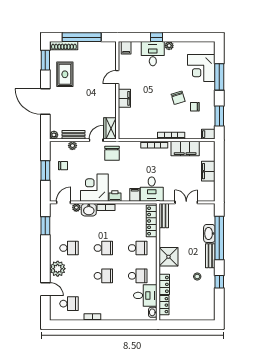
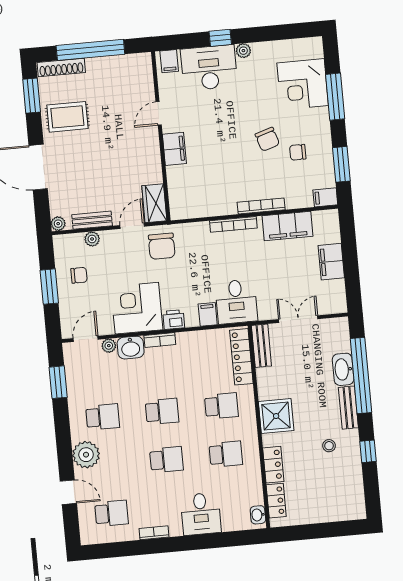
desk: (153, 54) -> (209, 68), width x1.37
rug: (65, 74) -> (67, 117), turned 90
desk: (145, 295) -> (201, 514), moved, turned 90

